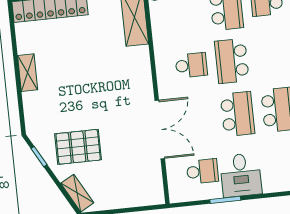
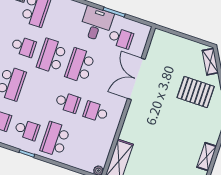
school desk: (232, 61) -> (68, 102), width x0.54
school desk: (202, 171) -> (121, 38), turned 180

